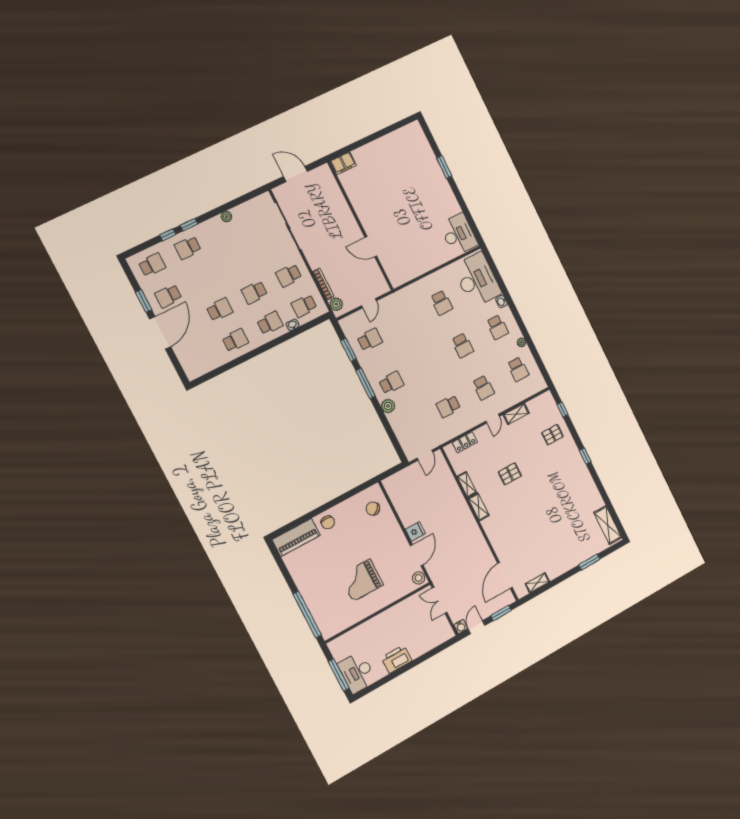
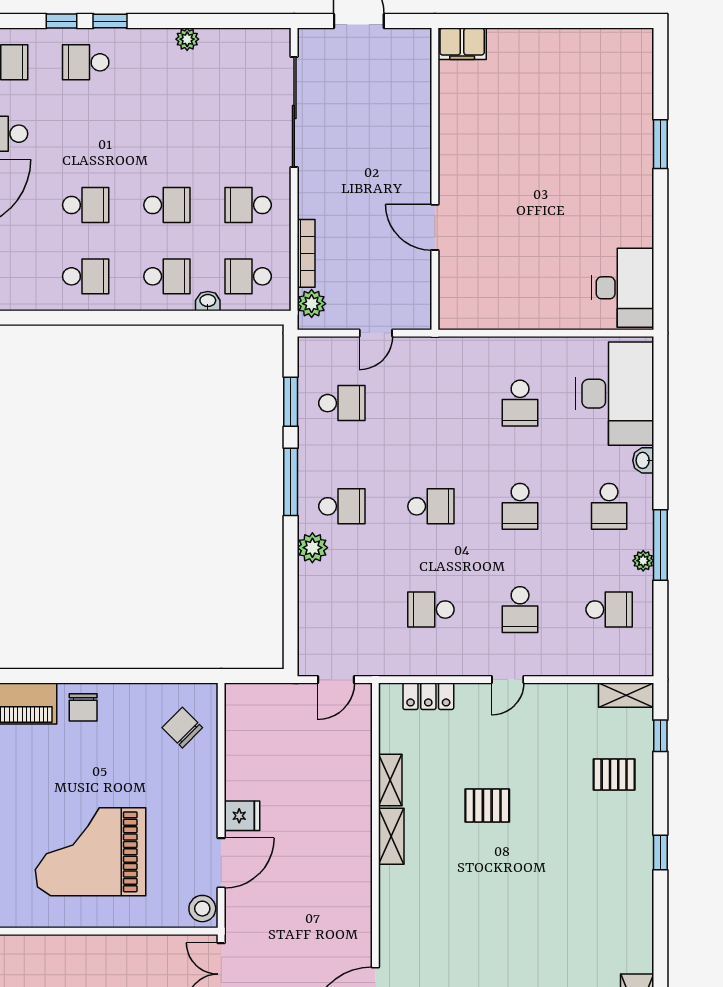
school desk: (254, 292) -> (167, 205), turned 180
window: (525, 333) -> (660, 545), added
school desk: (427, 364) -> (431, 506), added
school desk: (518, 369) -> (609, 610), turned -90
shelving: (516, 414) -> (626, 695), moved
grand piano: (361, 580) -> (91, 852), width x1.37, depth x1.48

